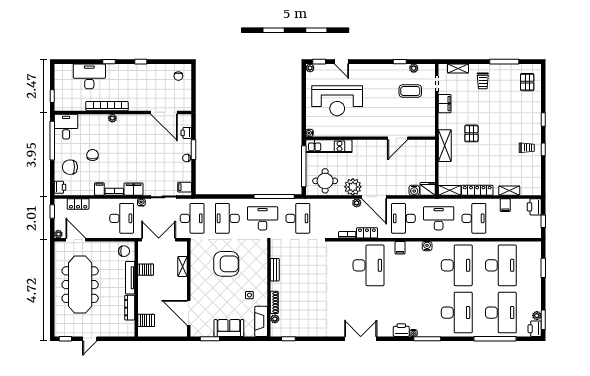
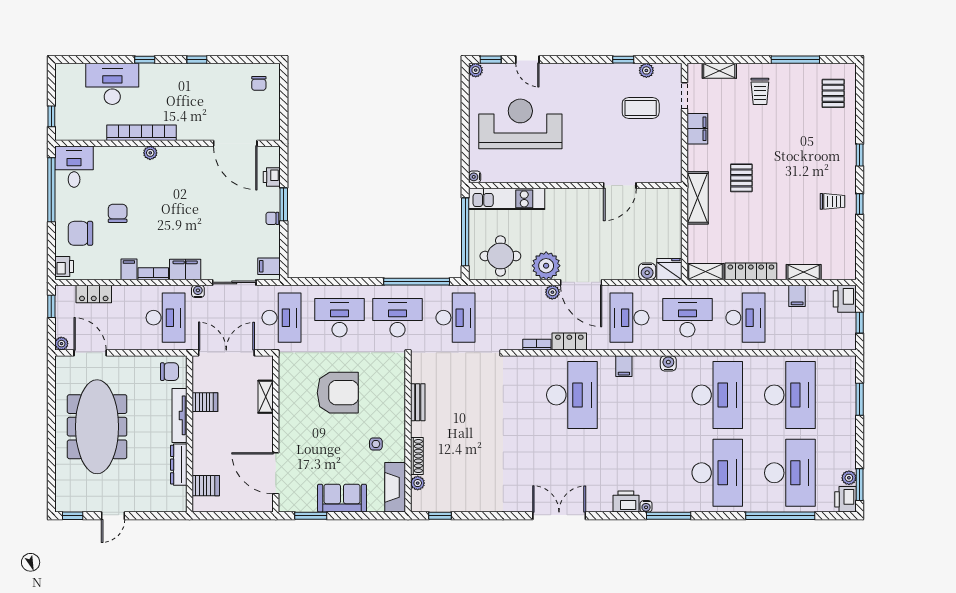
reception desk: (337, 101) -> (520, 124), turned 180
desk: (227, 218) -> (340, 318), turned 90

